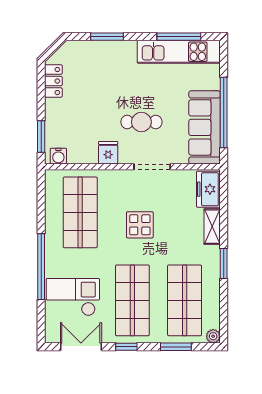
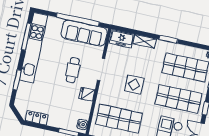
kitchen unit: (179, 52) -> (33, 48), width x1.36

